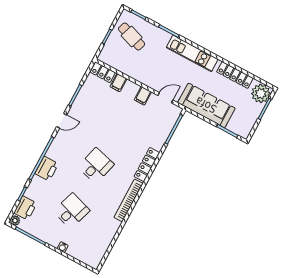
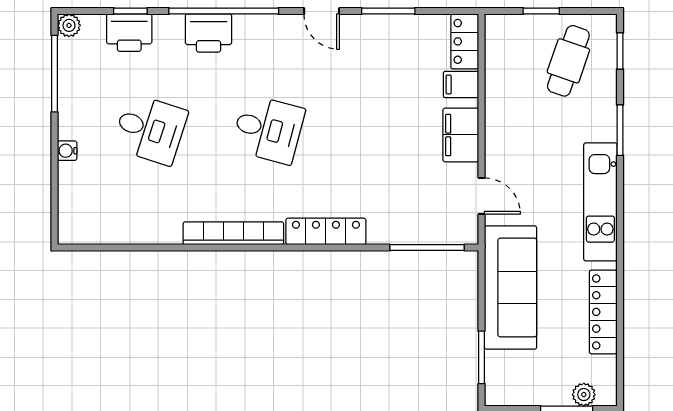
plant: (261, 93) -> (584, 395), width x0.53, depth x0.53
filing cabinet: (143, 96) -> (461, 135), width x2.00
printer: (25, 208) -> (129, 33), moved

